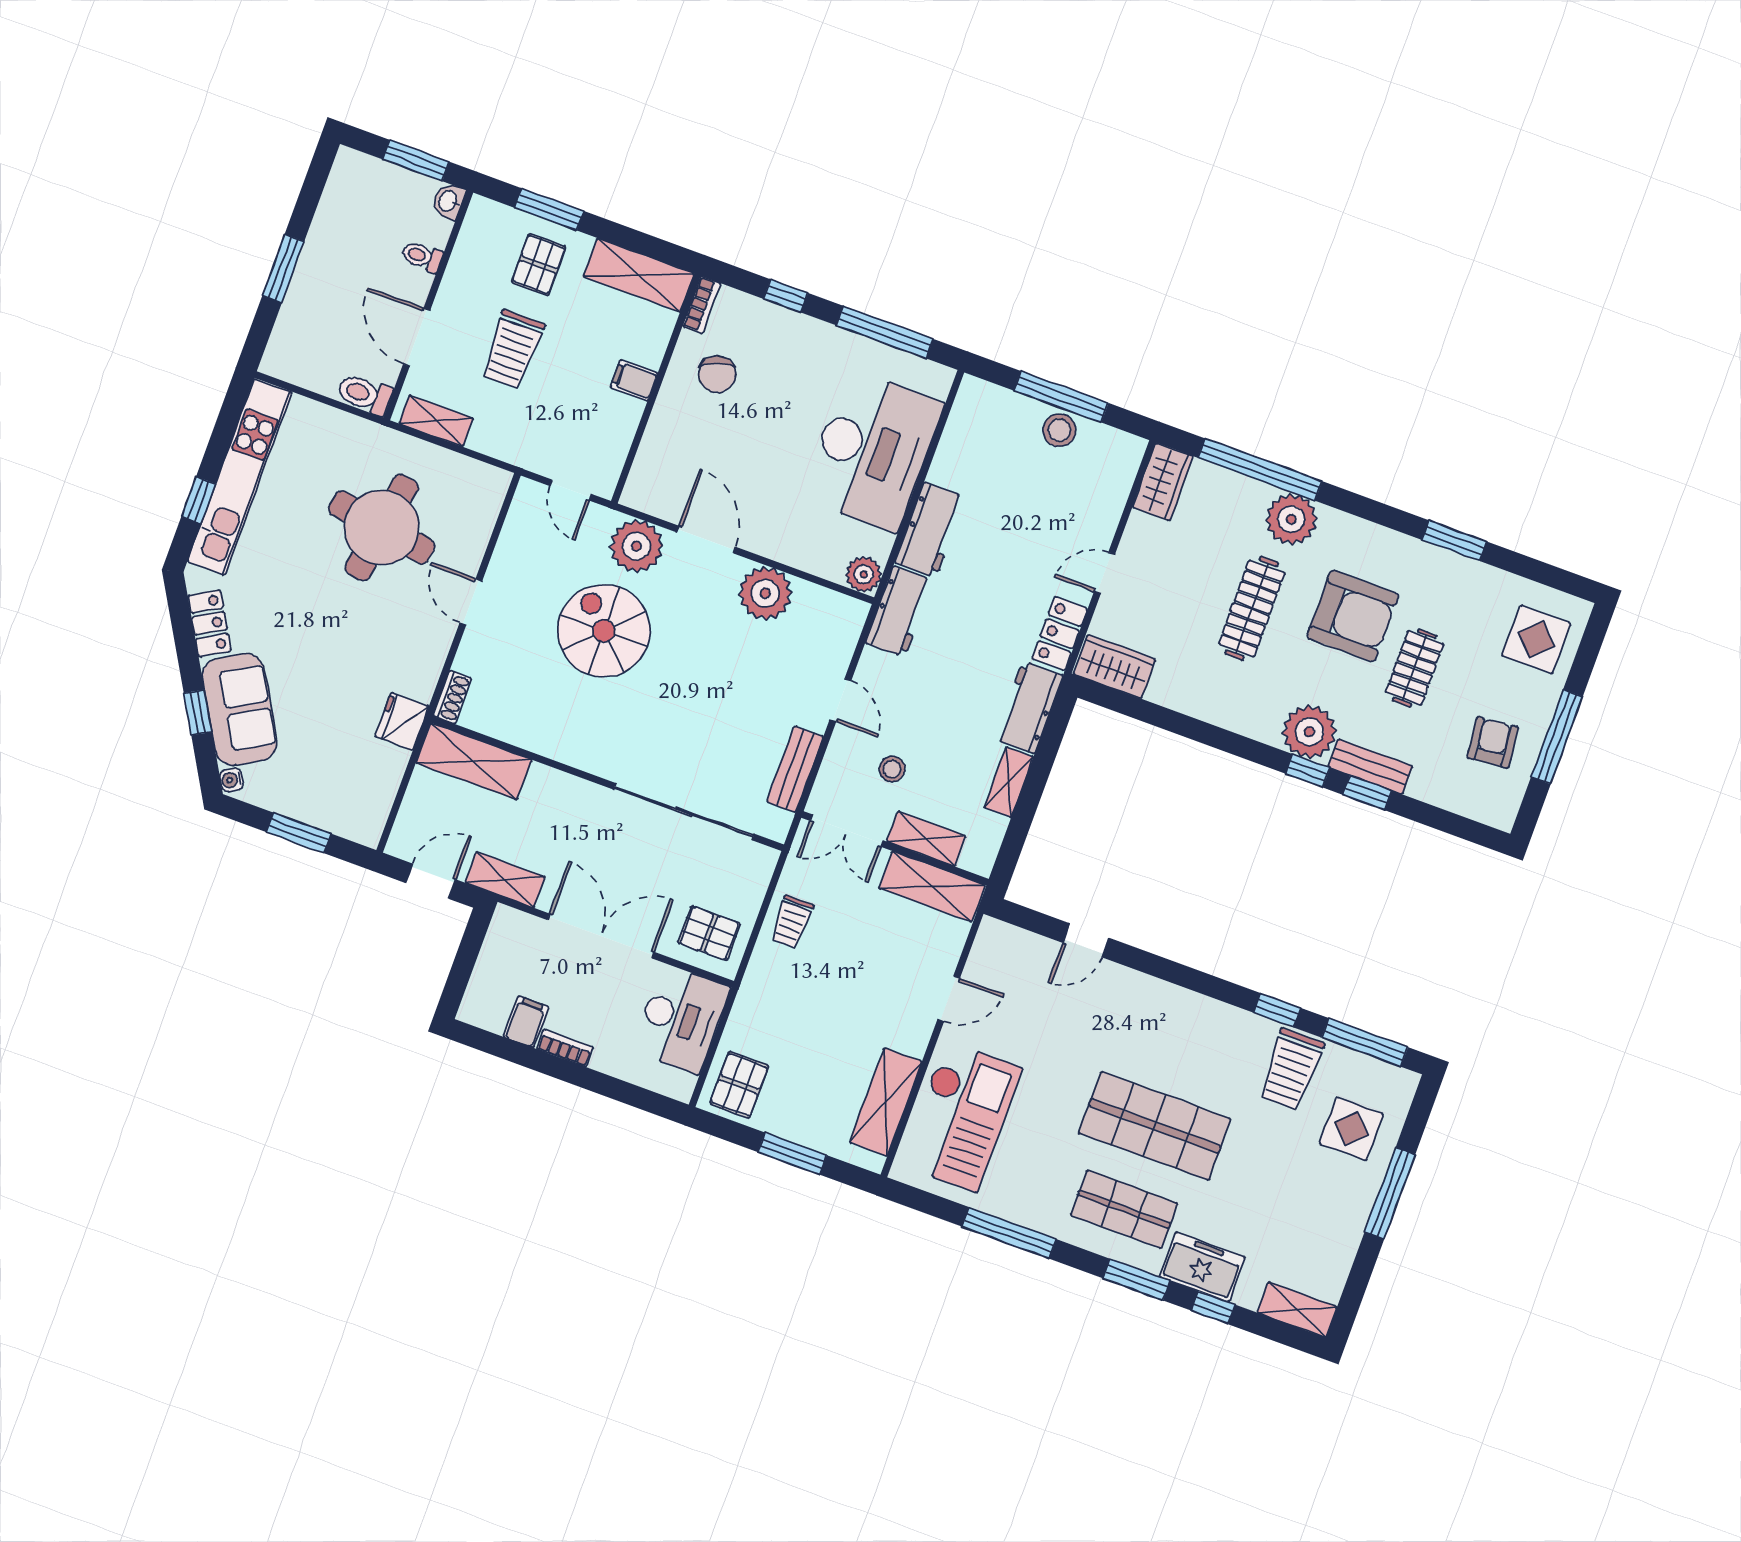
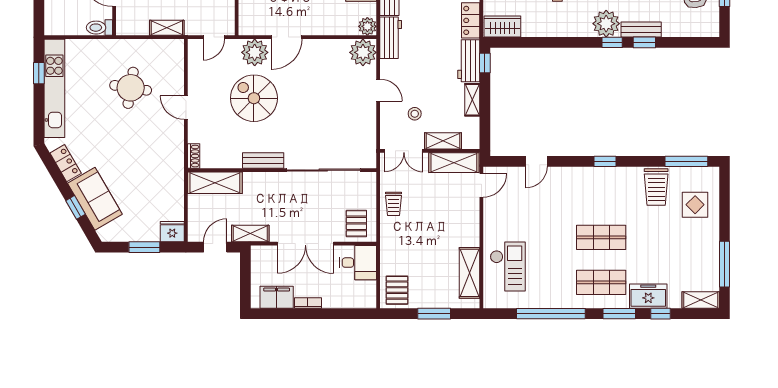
shelving: (436, 421) -> (167, 28), moved
door: (571, 490) -> (214, 37), hinge flipped
window: (198, 500) -> (39, 73), moved
round table: (382, 527) -> (131, 88), width x0.73, depth x0.73
door: (706, 540) -> (287, 37), swing flipped
plant: (765, 593) -> (363, 52), moved
fridge: (402, 721) -> (172, 232), moved, turned 90
window: (1057, 722) -> (485, 63), added
bench: (795, 769) -> (263, 161), moved, turned 90
water cooler: (231, 780) -> (103, 234), removed
pallet: (709, 933) -> (356, 223), turned 90
double door: (601, 936) -> (305, 244), swing flipped
door: (949, 999) -> (481, 185), moved
window: (1277, 1010) -> (605, 161), moved
desk: (681, 1019) -> (358, 263), width x0.73
filing cabinet: (526, 1022) -> (277, 297), width x2.00
checkout: (961, 1116) -> (508, 267), width x0.73, depth x0.83
shop shelf: (1155, 1126) -> (601, 237), width x0.70, depth x0.74
window: (1390, 1193) -> (725, 264), moved
window: (1009, 1233) -> (551, 314), width x1.46

